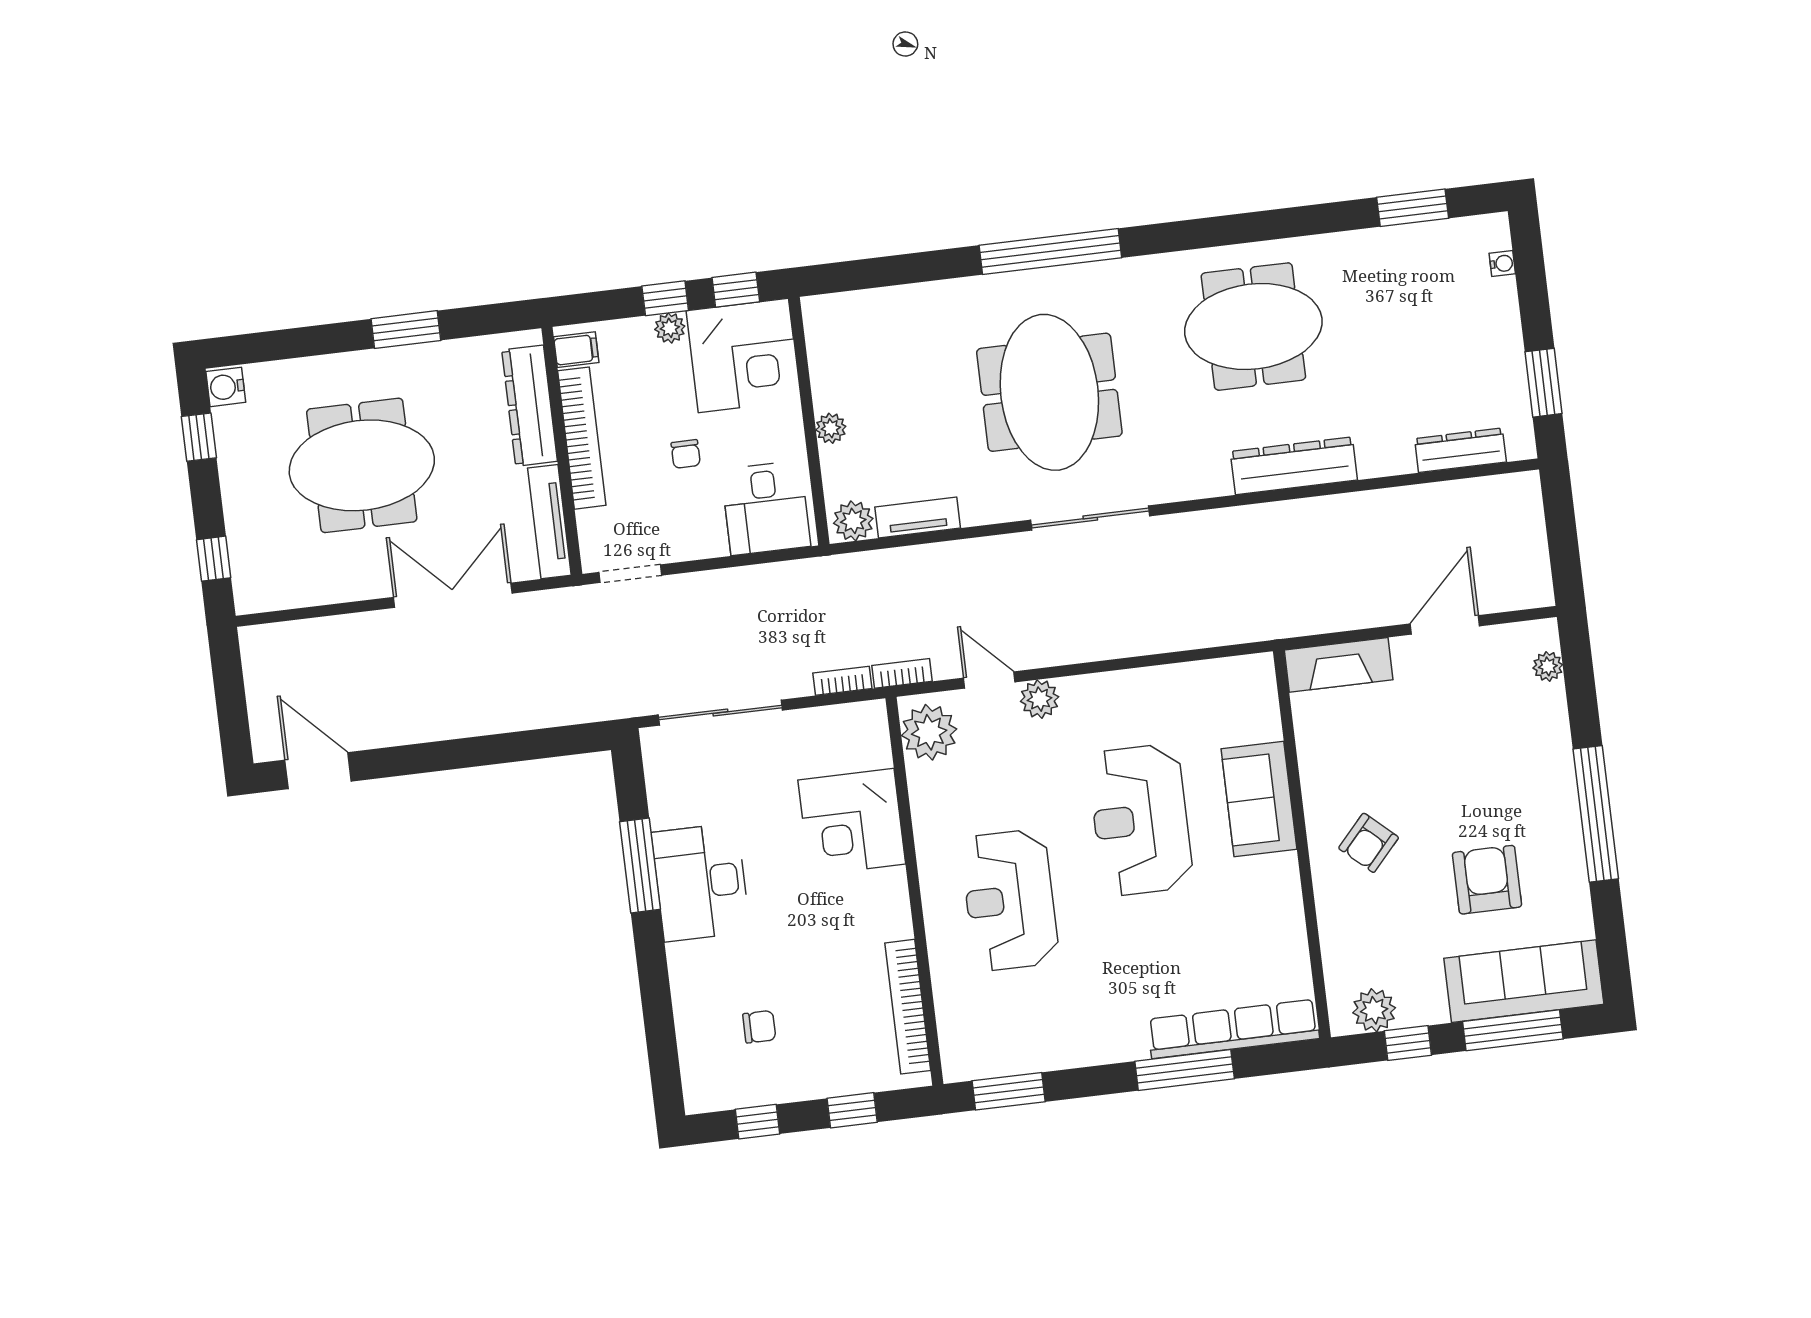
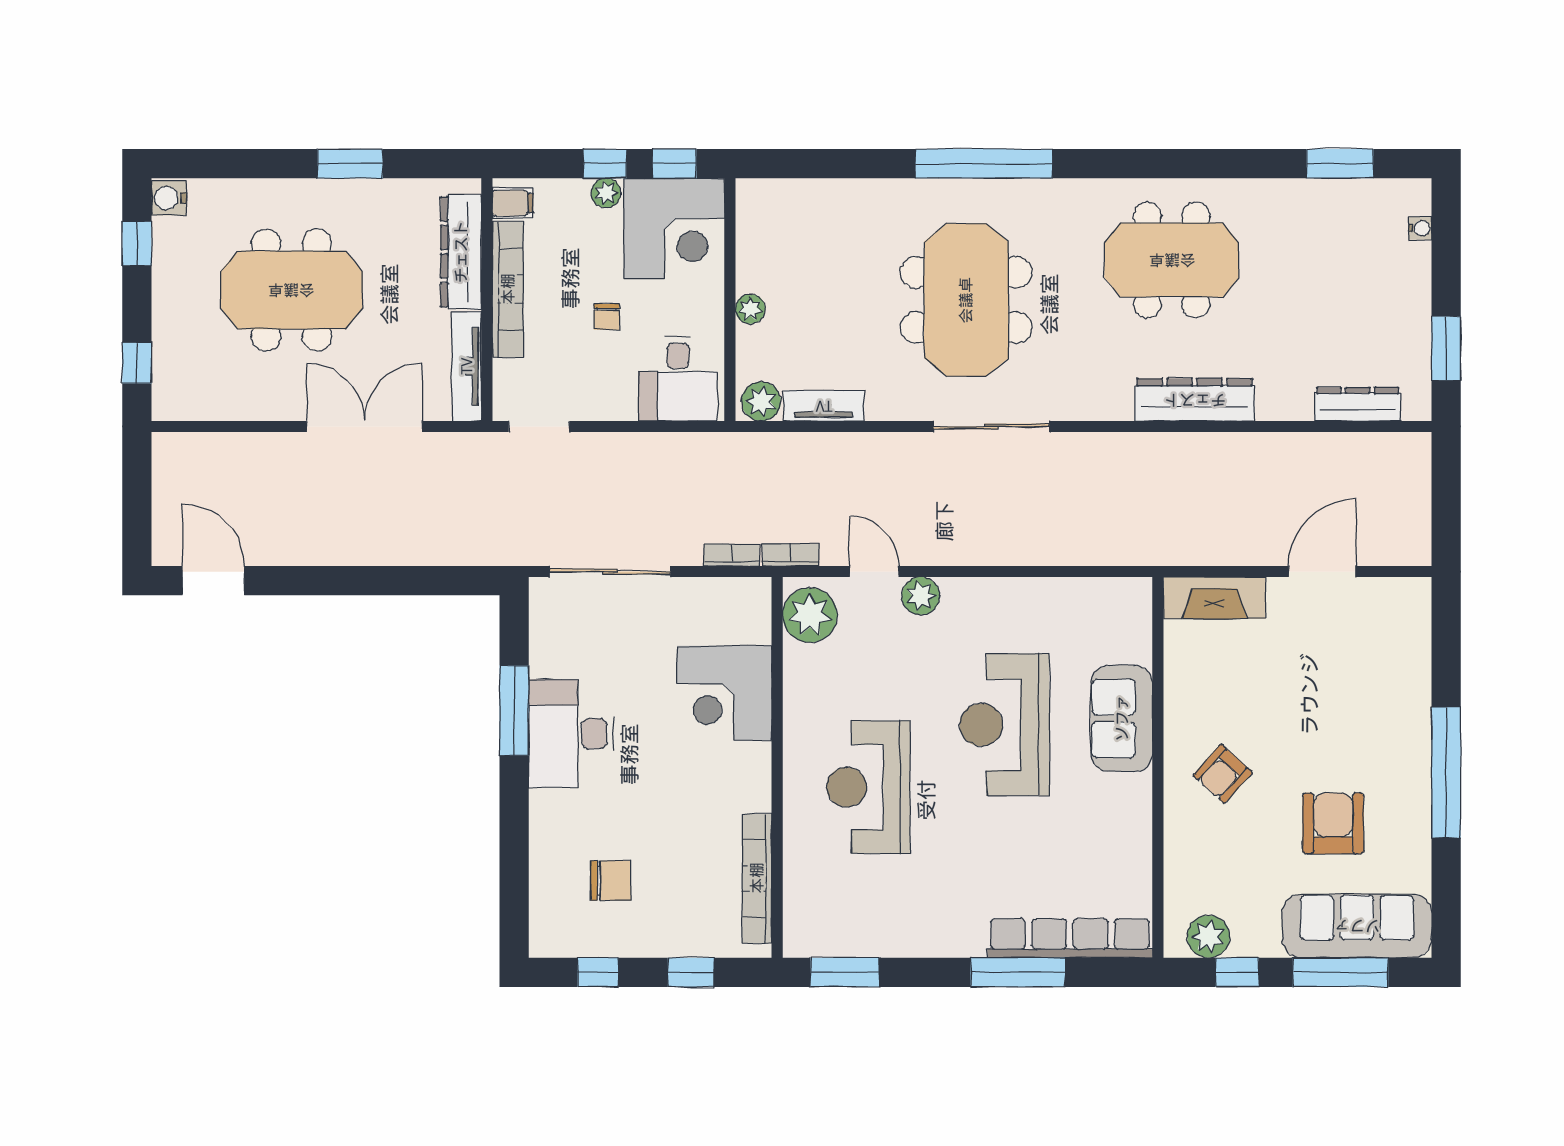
plant: (1548, 666) -> (1417, 624), removed
chair: (759, 1027) -> (611, 881), width x1.37, depth x1.37

